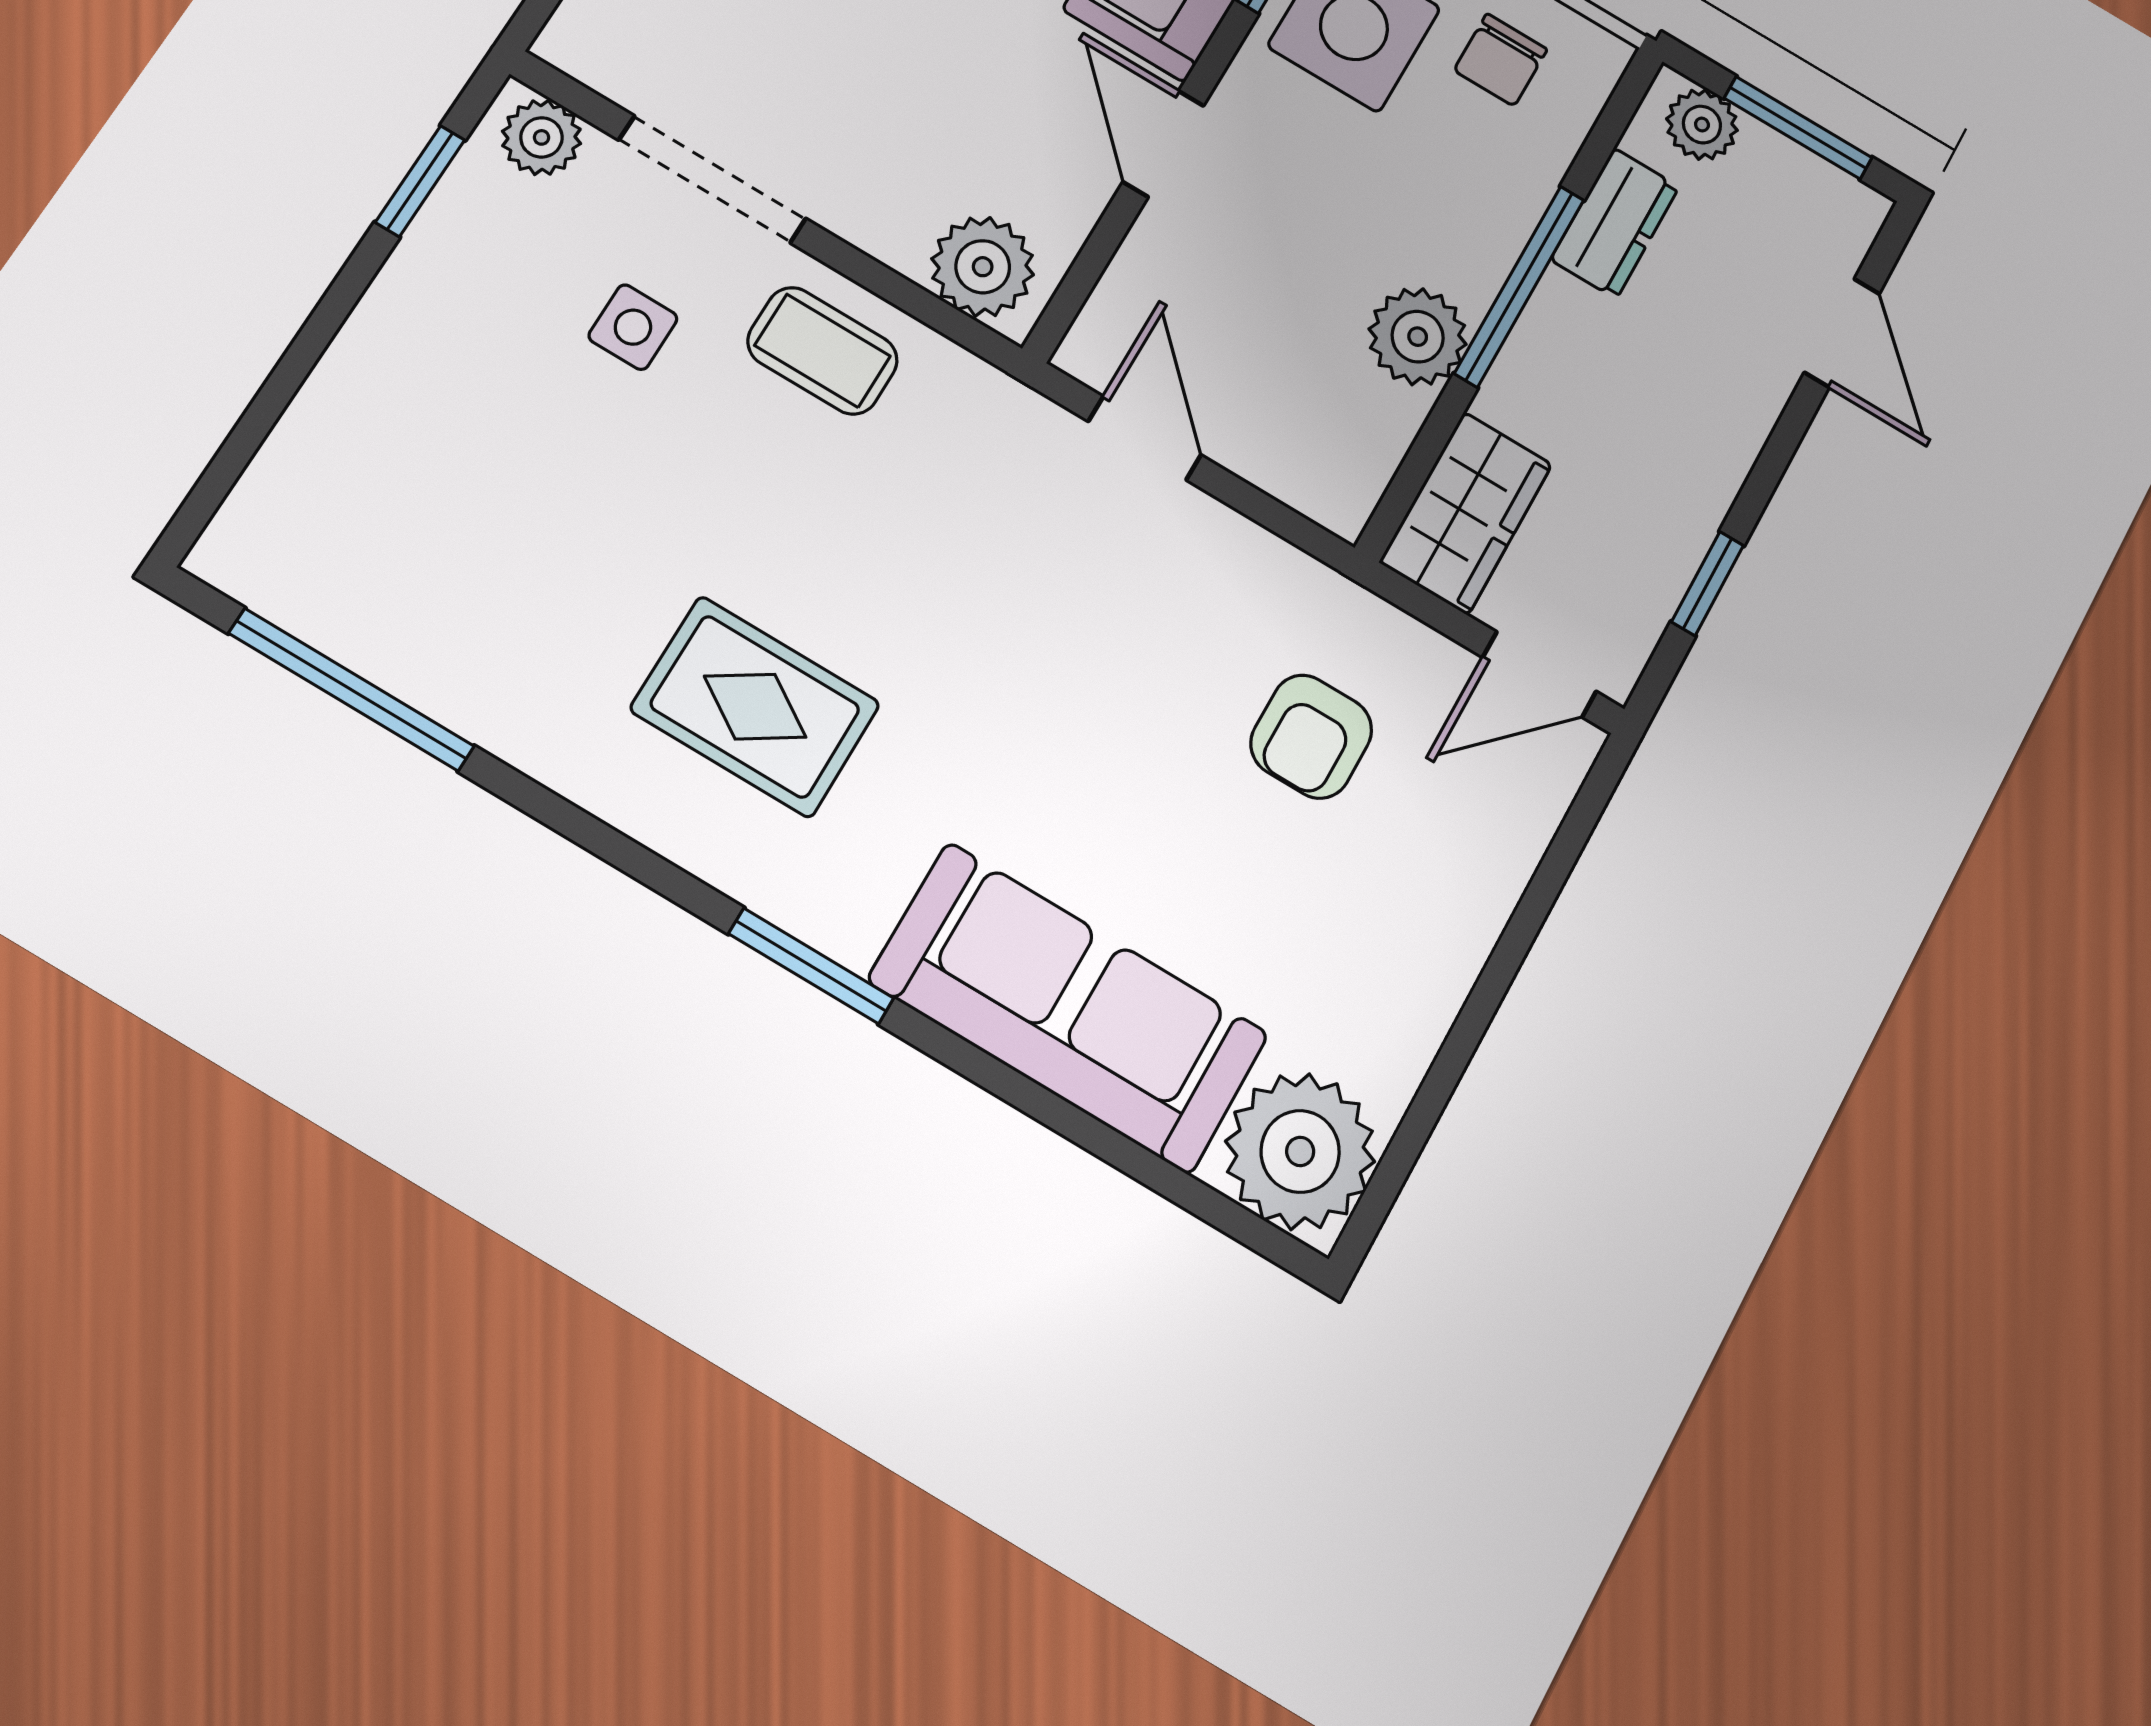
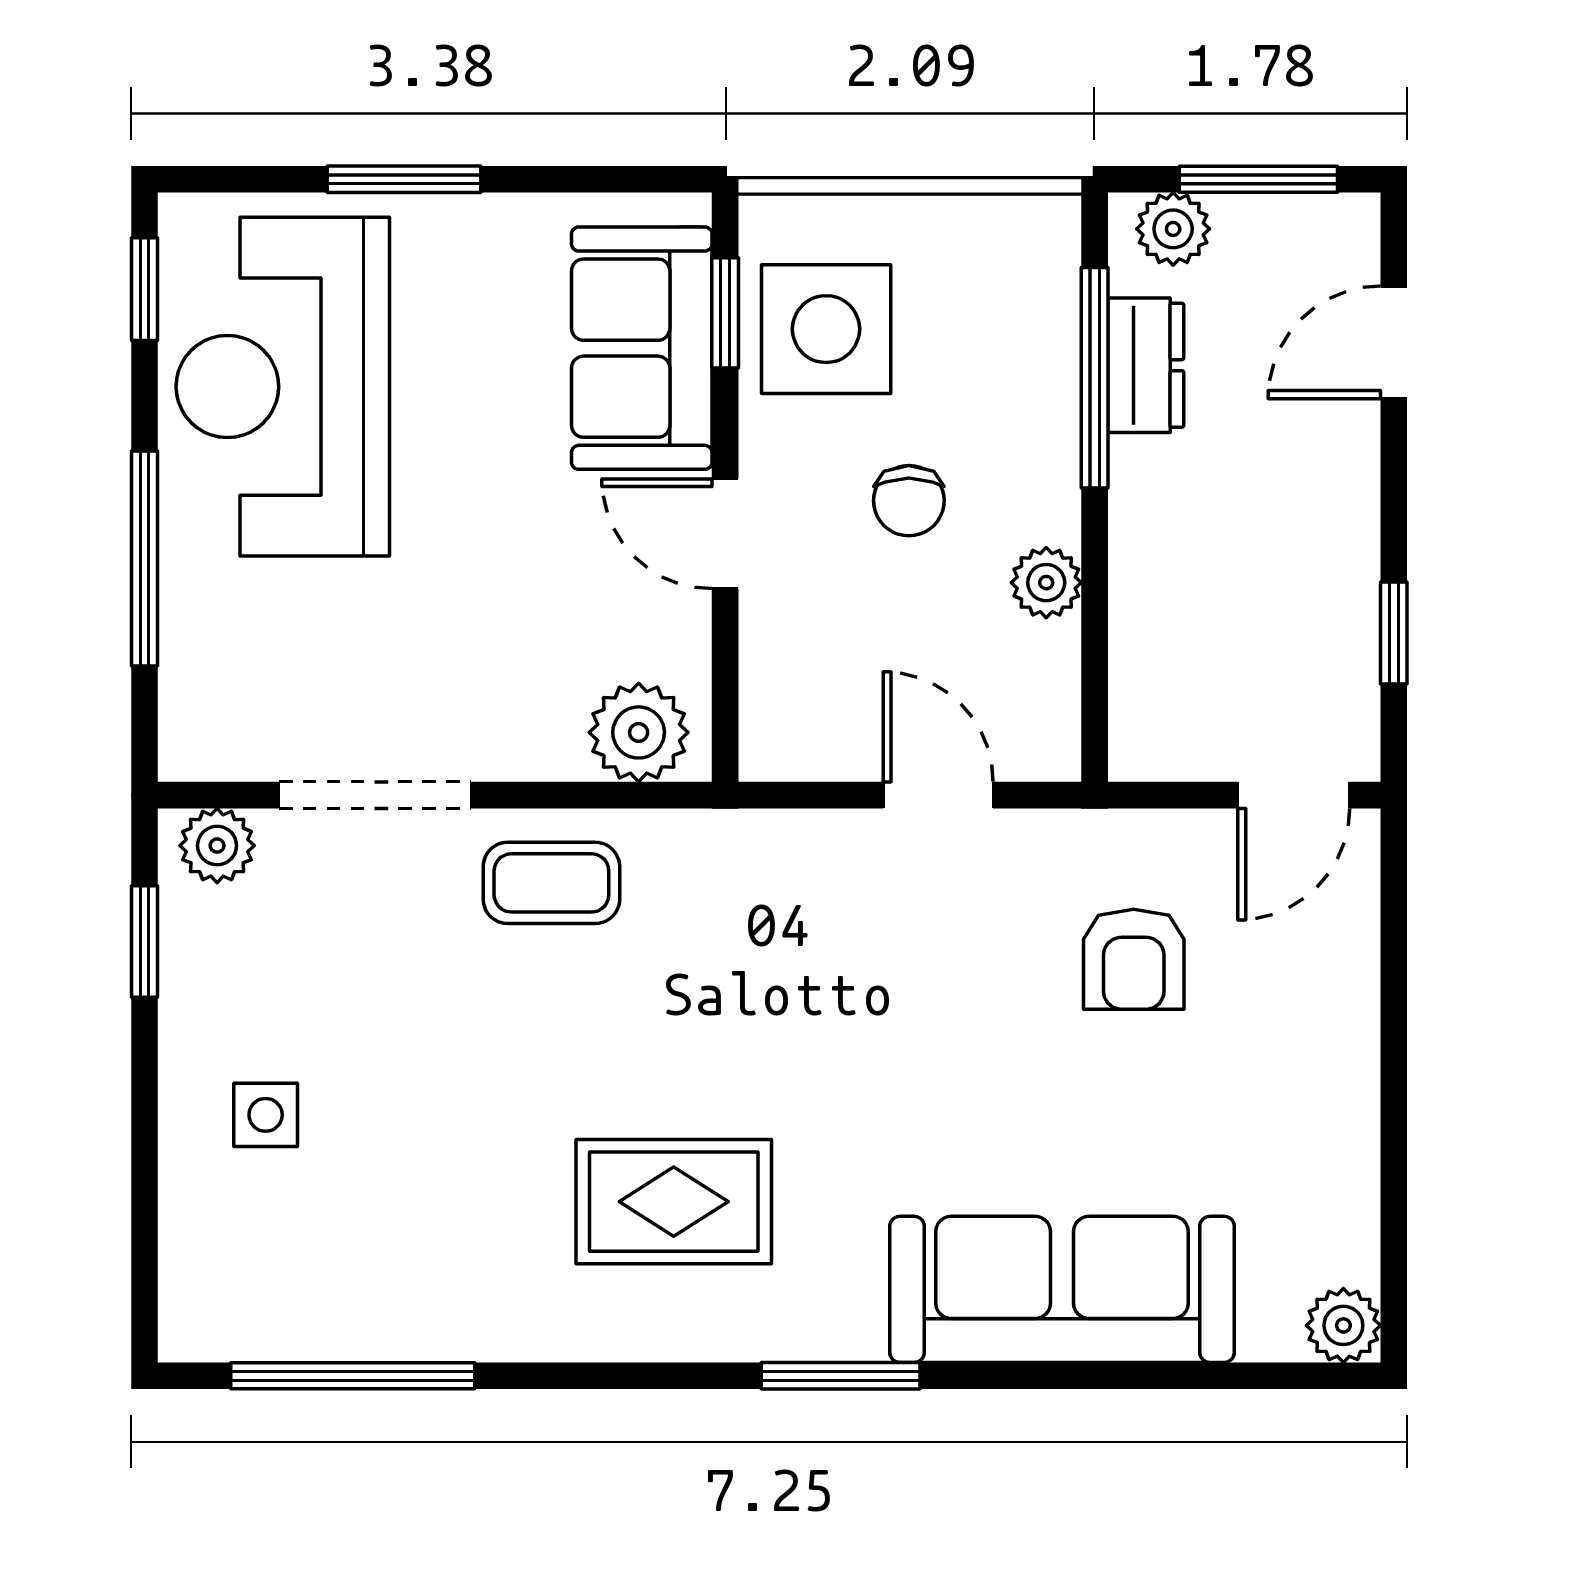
chair: (1501, 60) -> (909, 501), moved
window: (1519, 286) -> (1095, 378), moved
side table: (633, 327) -> (266, 1115), moved
door: (1842, 333) -> (1394, 342), swing flipped
plant: (1418, 337) -> (1046, 583), width x0.73, depth x0.73
door: (1145, 438) -> (938, 795), moved
wardrobe: (1466, 513) -> (1158, 696), removed
plant: (1300, 1151) -> (1343, 1325), width x0.53, depth x0.53

